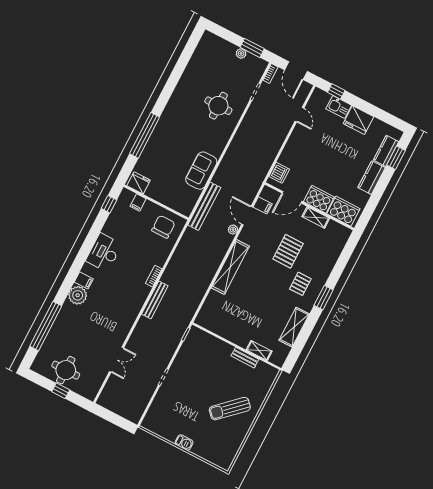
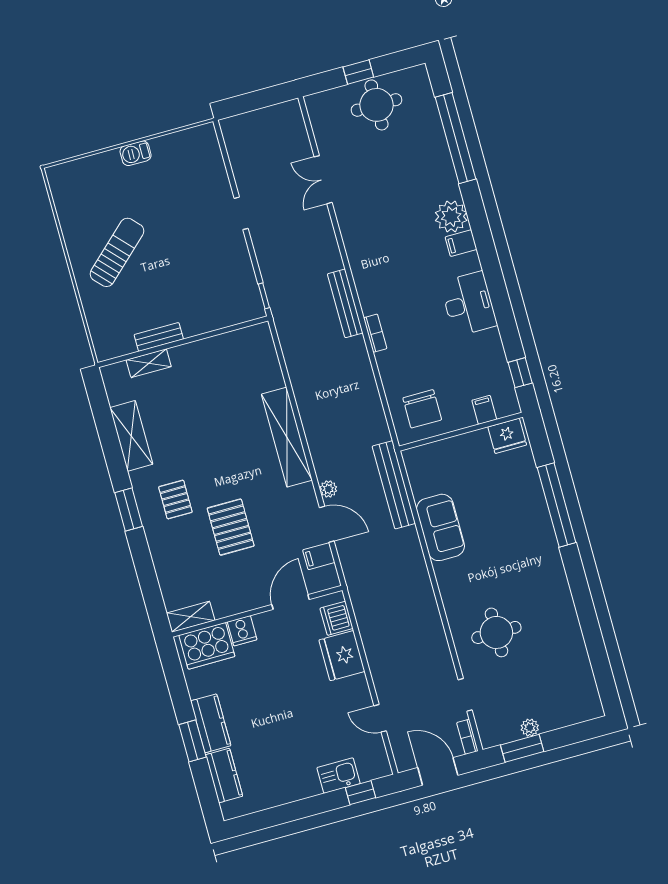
fridge: (358, 120) -> (342, 656), moved, turned -90
window: (396, 158) -> (192, 741), moved
cooker: (319, 199) -> (242, 631), width x0.53, depth x0.76
shelving: (316, 217) -> (191, 617), moved

